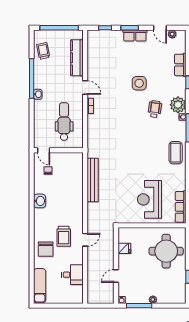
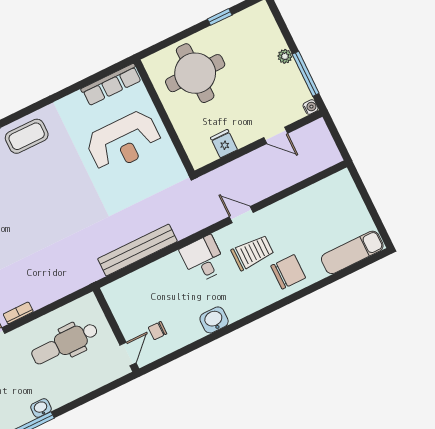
desk: (72, 275) -> (203, 259), moved

